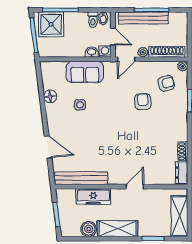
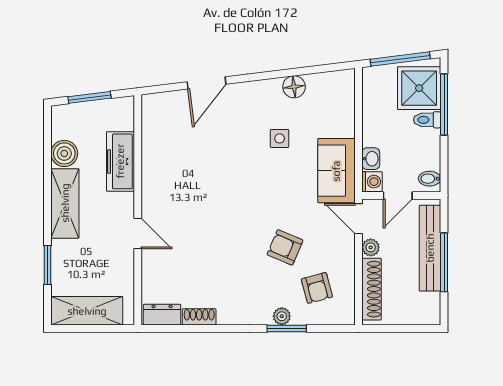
toilet: (93, 20) -> (427, 120), moved
plant: (183, 66) -> (282, 316), moved
sofa: (85, 72) -> (336, 171), moved
armchair: (143, 102) -> (285, 247), turned -153
bench: (81, 178) -> (152, 141), removed

